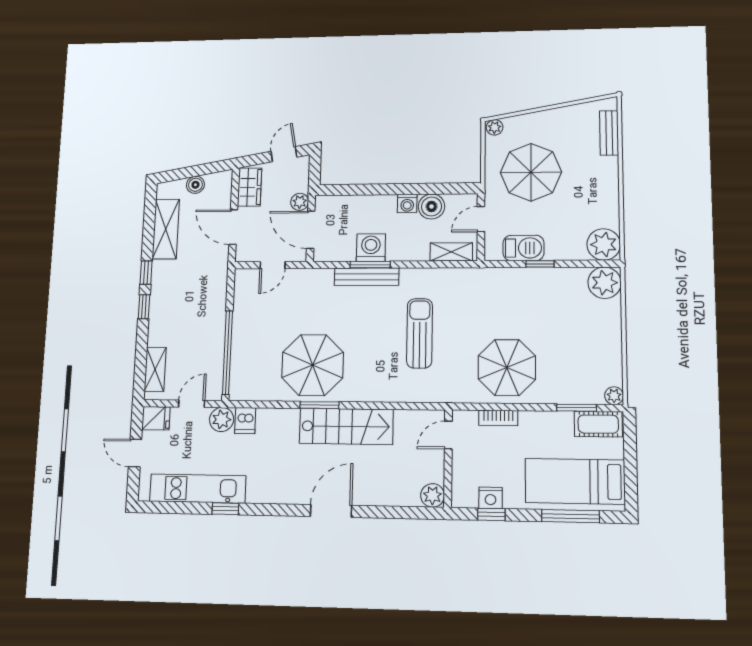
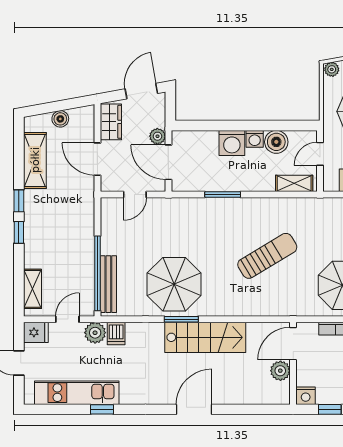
door: (284, 154) -> (141, 91), width x1.38
washing machine: (371, 248) -> (232, 143), moved, turned 180
bench: (367, 277) -> (108, 284), moved, turned 90
sun lounger: (420, 333) -> (267, 256), turned 59
door: (448, 435) -> (293, 344), width x1.38
plant: (433, 495) -> (280, 371), moved
nightstand: (491, 498) -> (306, 396), moved

